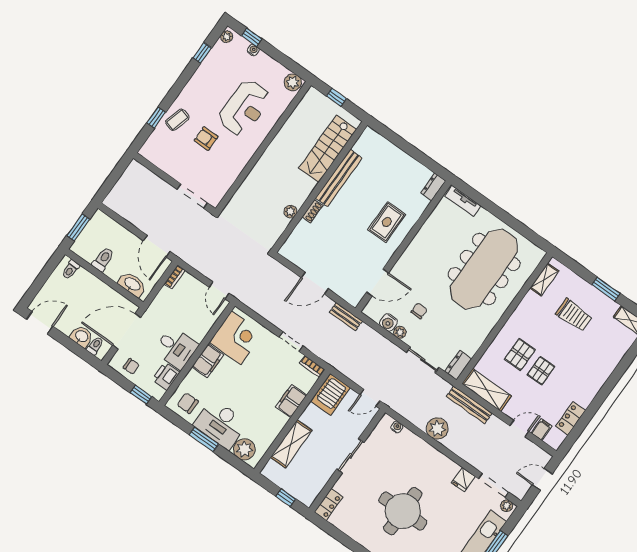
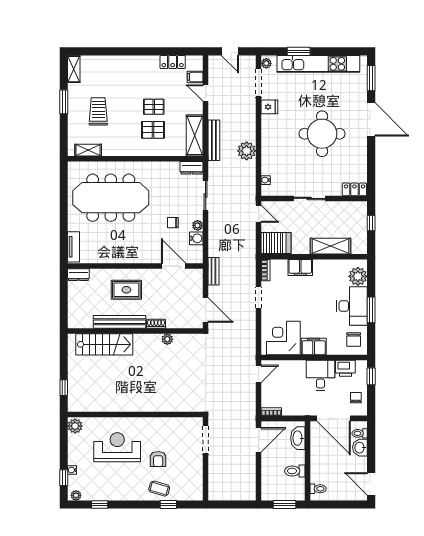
stairs: (328, 149) -> (104, 344), moved
bench: (339, 178) -> (119, 322), moved
wall: (320, 187) -> (135, 331), moved
shoe rack: (312, 211) -> (156, 324), moved
plant: (290, 212) -> (167, 339), moved

